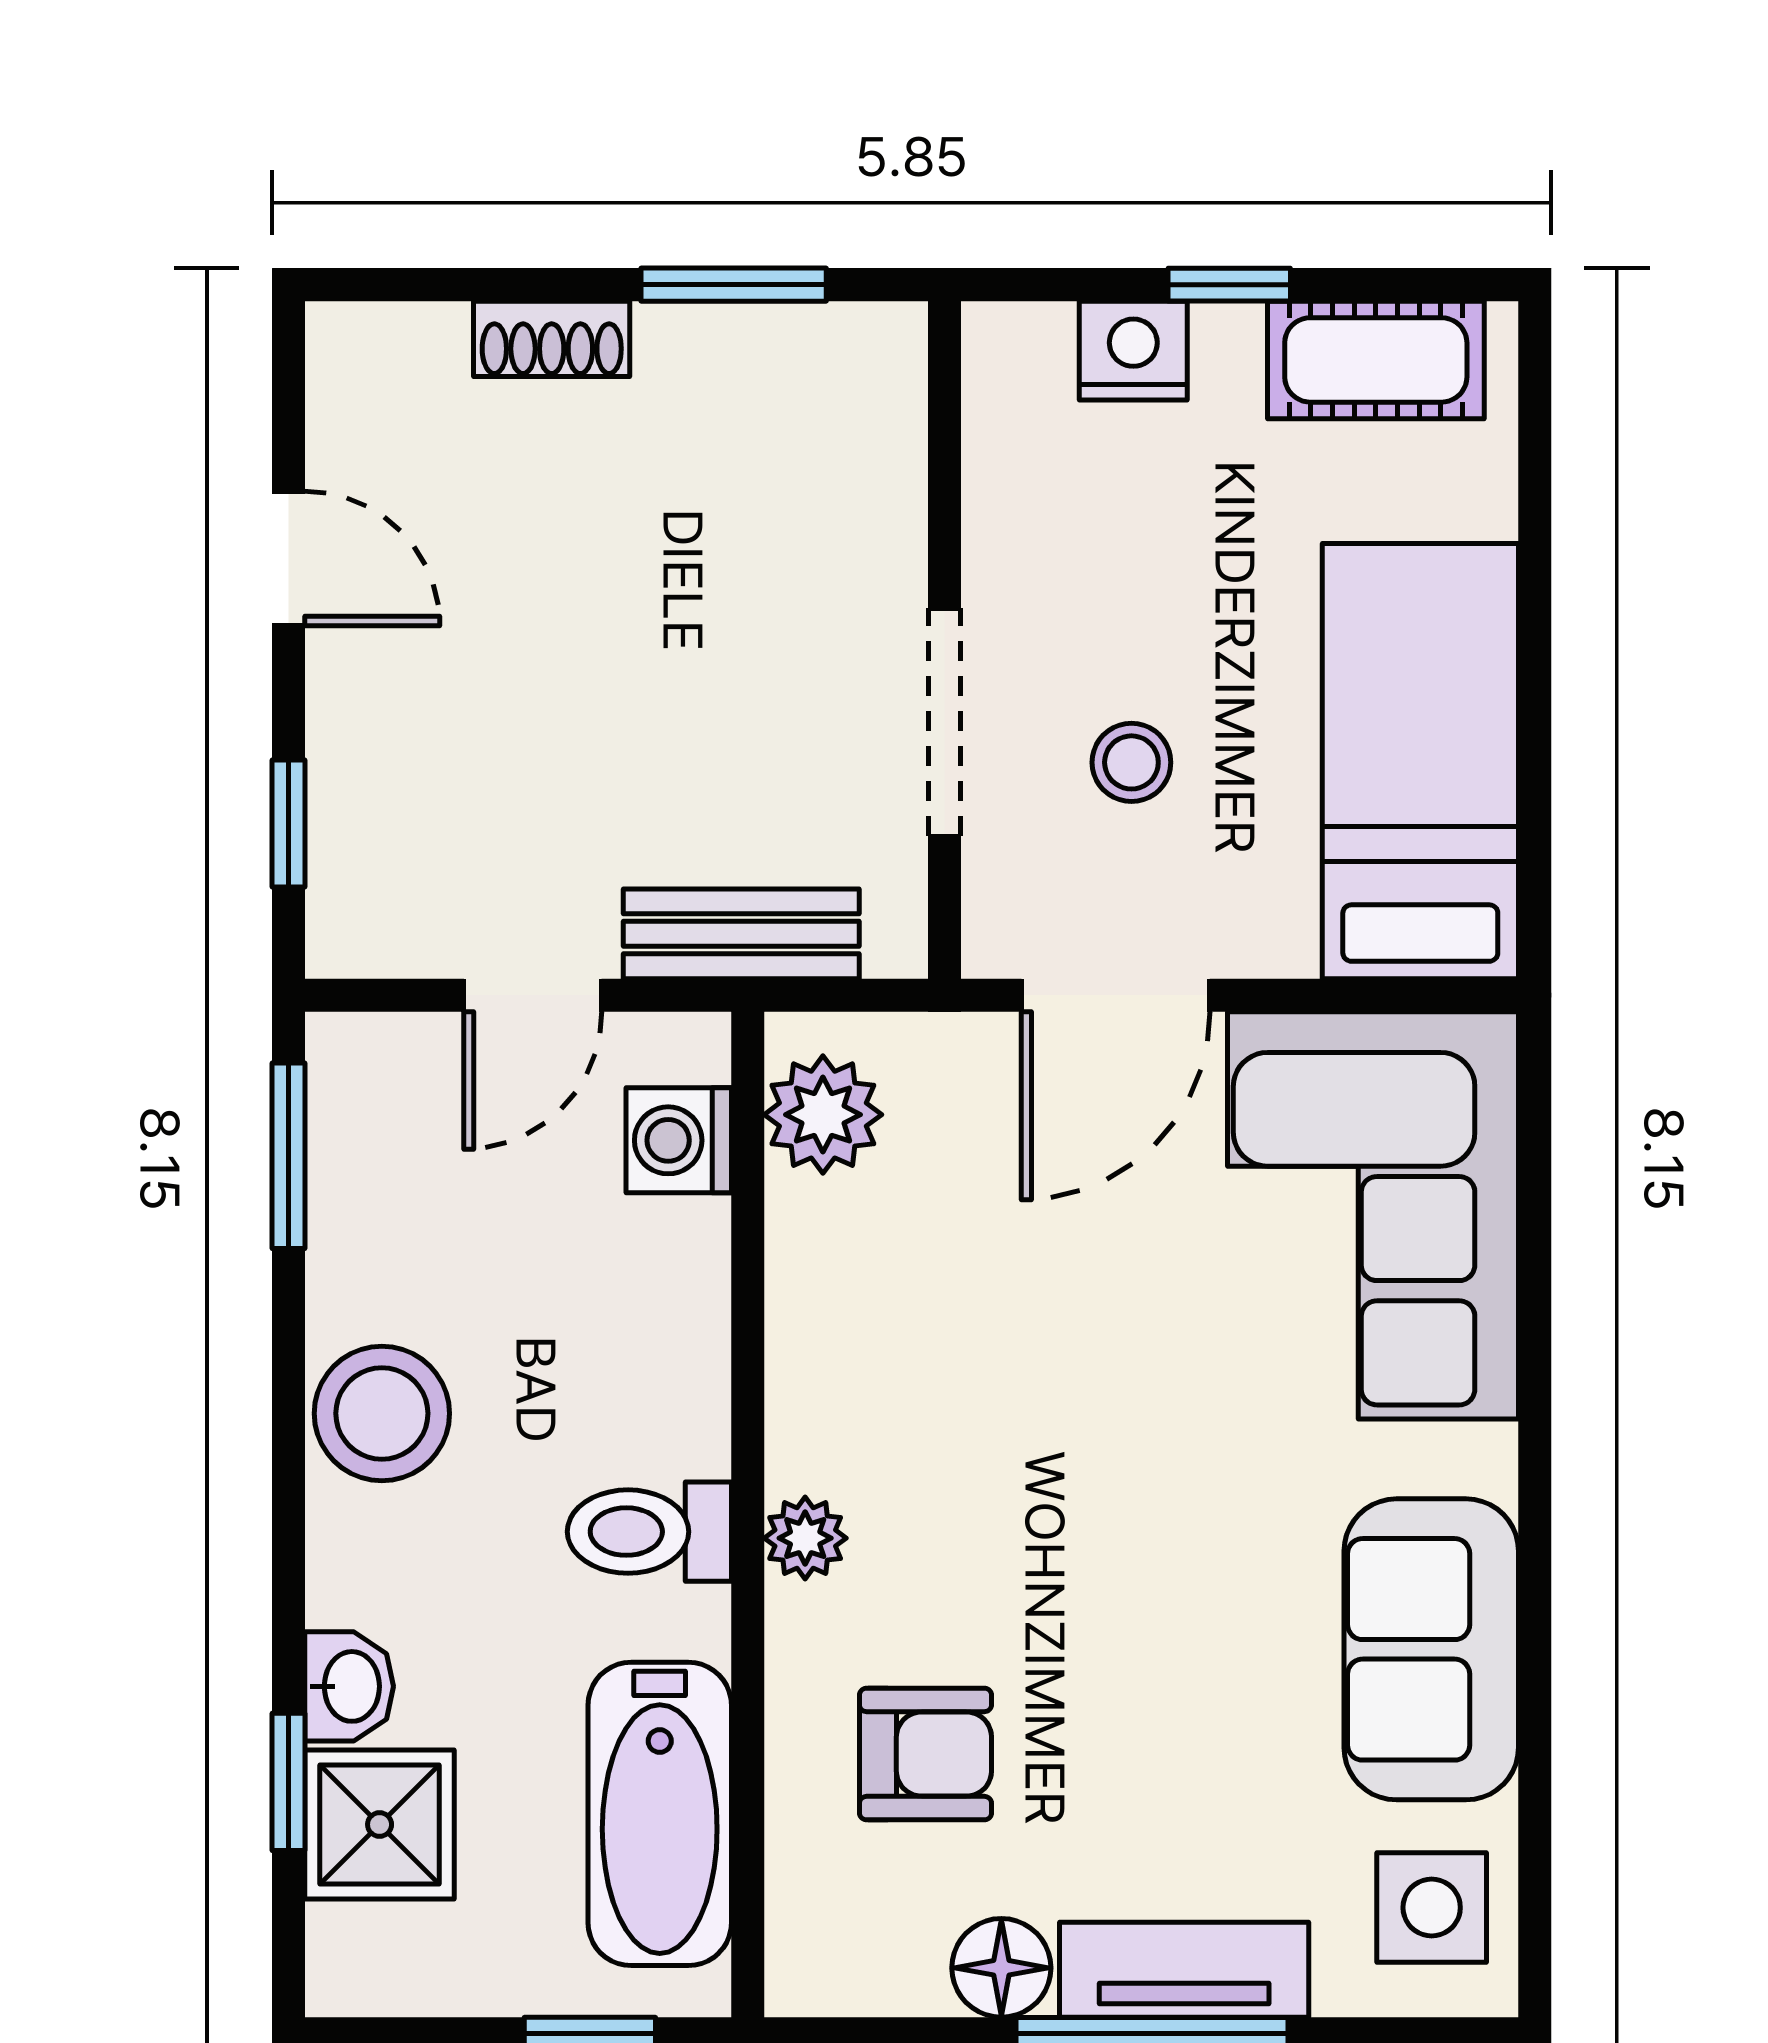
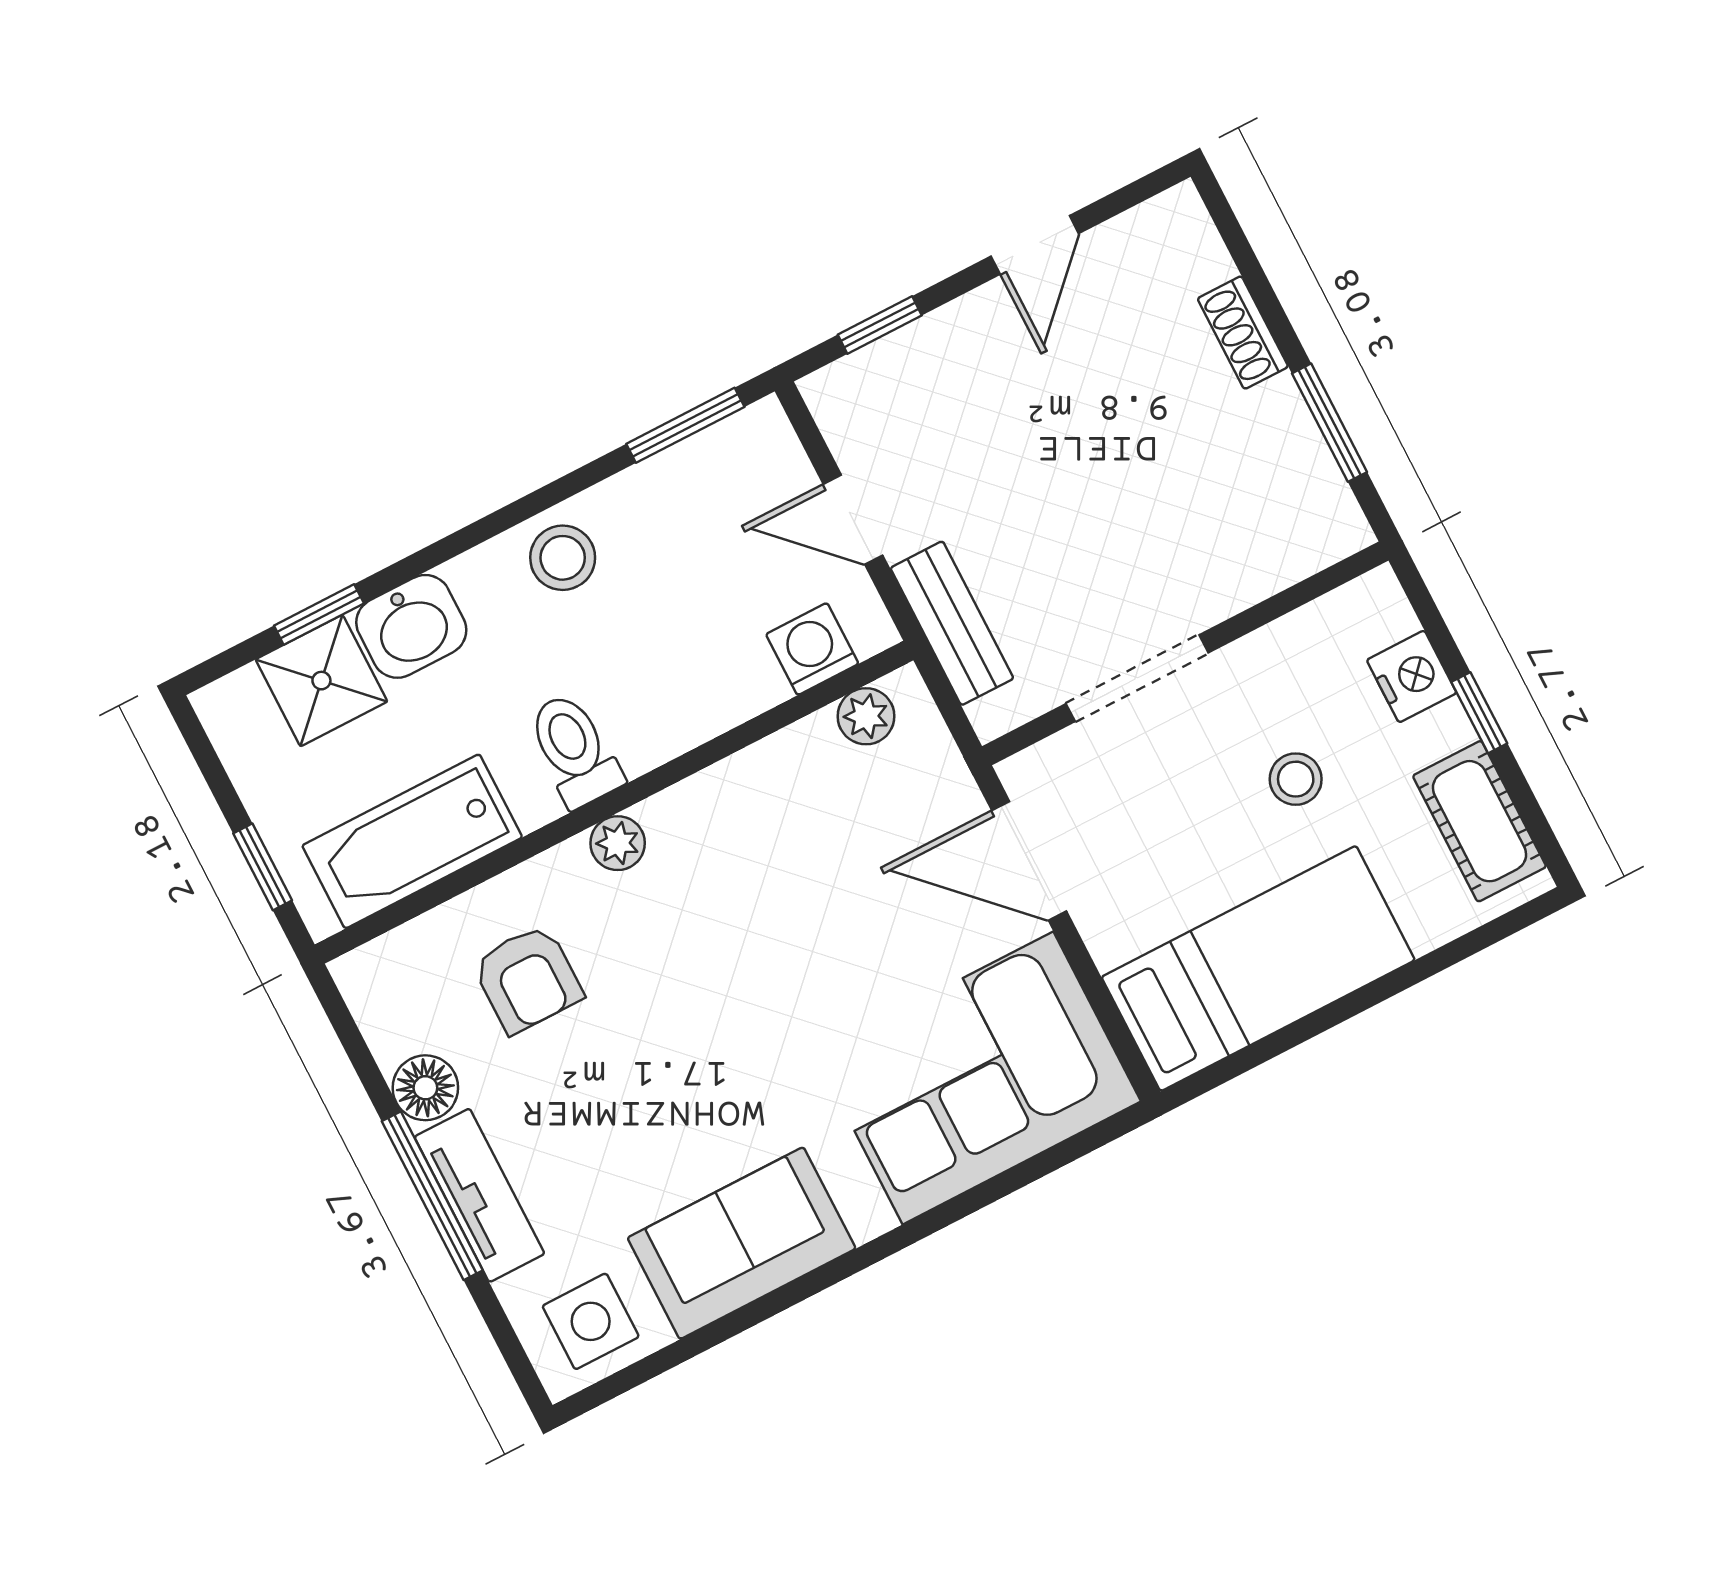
stool: (1131, 762) -> (1296, 779), moved
plant: (823, 1115) -> (866, 716), width x0.73, depth x0.73
stool: (382, 1413) -> (563, 558), width x0.73, depth x0.73
washbasin: (349, 1686) -> (411, 626), width x1.38, depth x1.45

